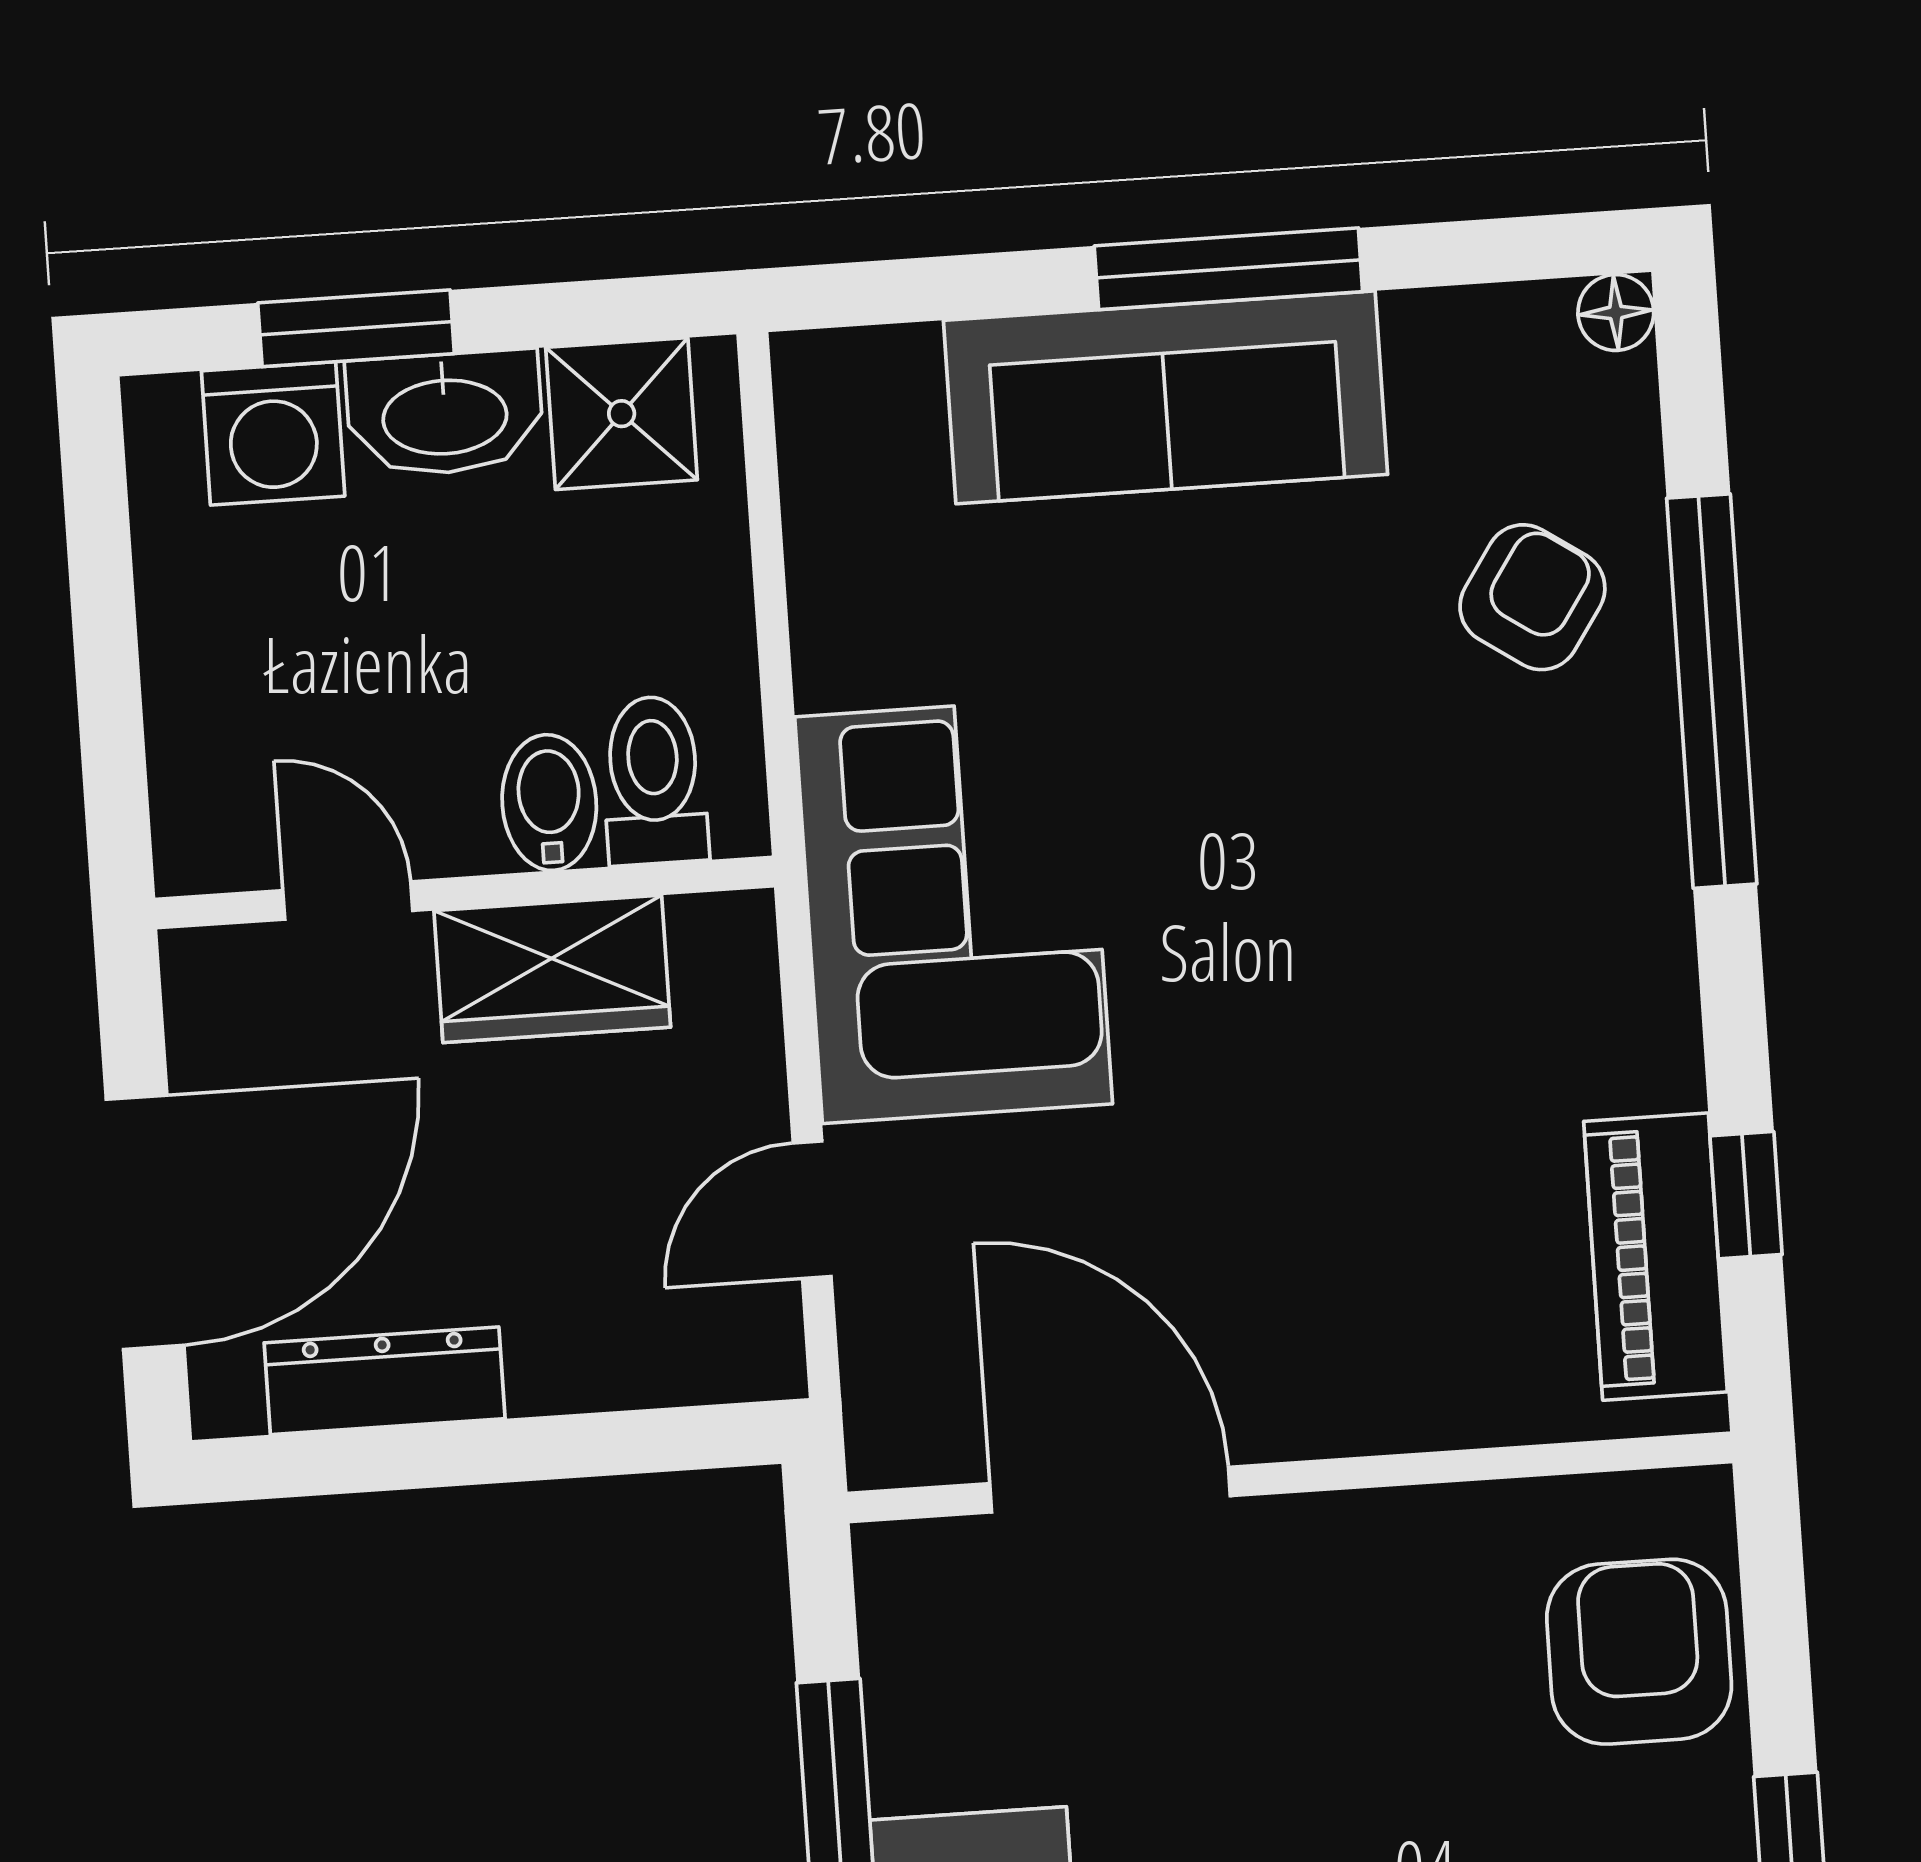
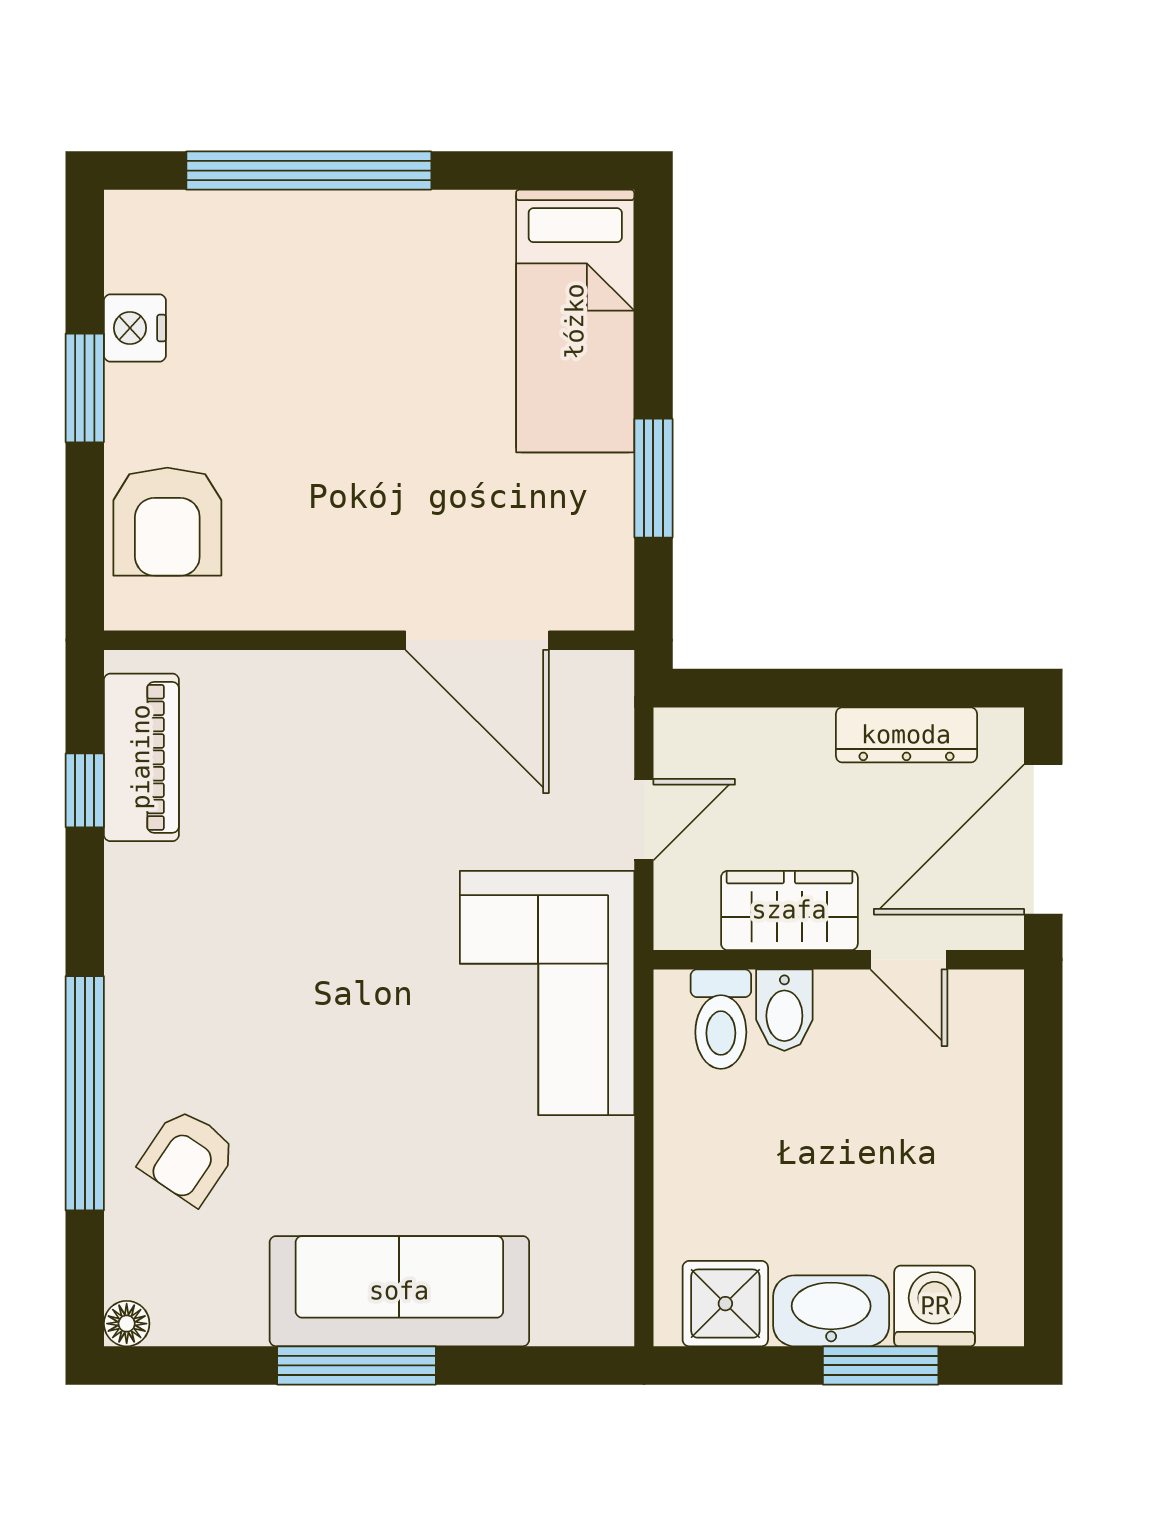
toilet: (654, 780) -> (721, 1019), moved
bidet: (549, 803) -> (784, 1010), moved
wall: (465, 893) -> (839, 960), moved
door: (348, 900) -> (909, 960), moved
wardrobe: (552, 969) -> (789, 910), moved

